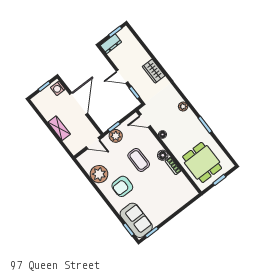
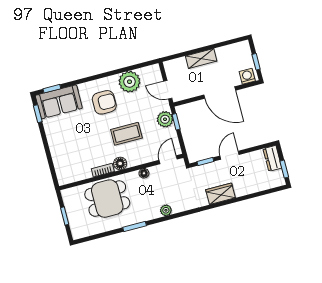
door: (93, 143) -> (168, 90), hinge flipped
dining table: (202, 162) -> (107, 199), moved
armchair: (122, 186) -> (104, 102), turned 90

